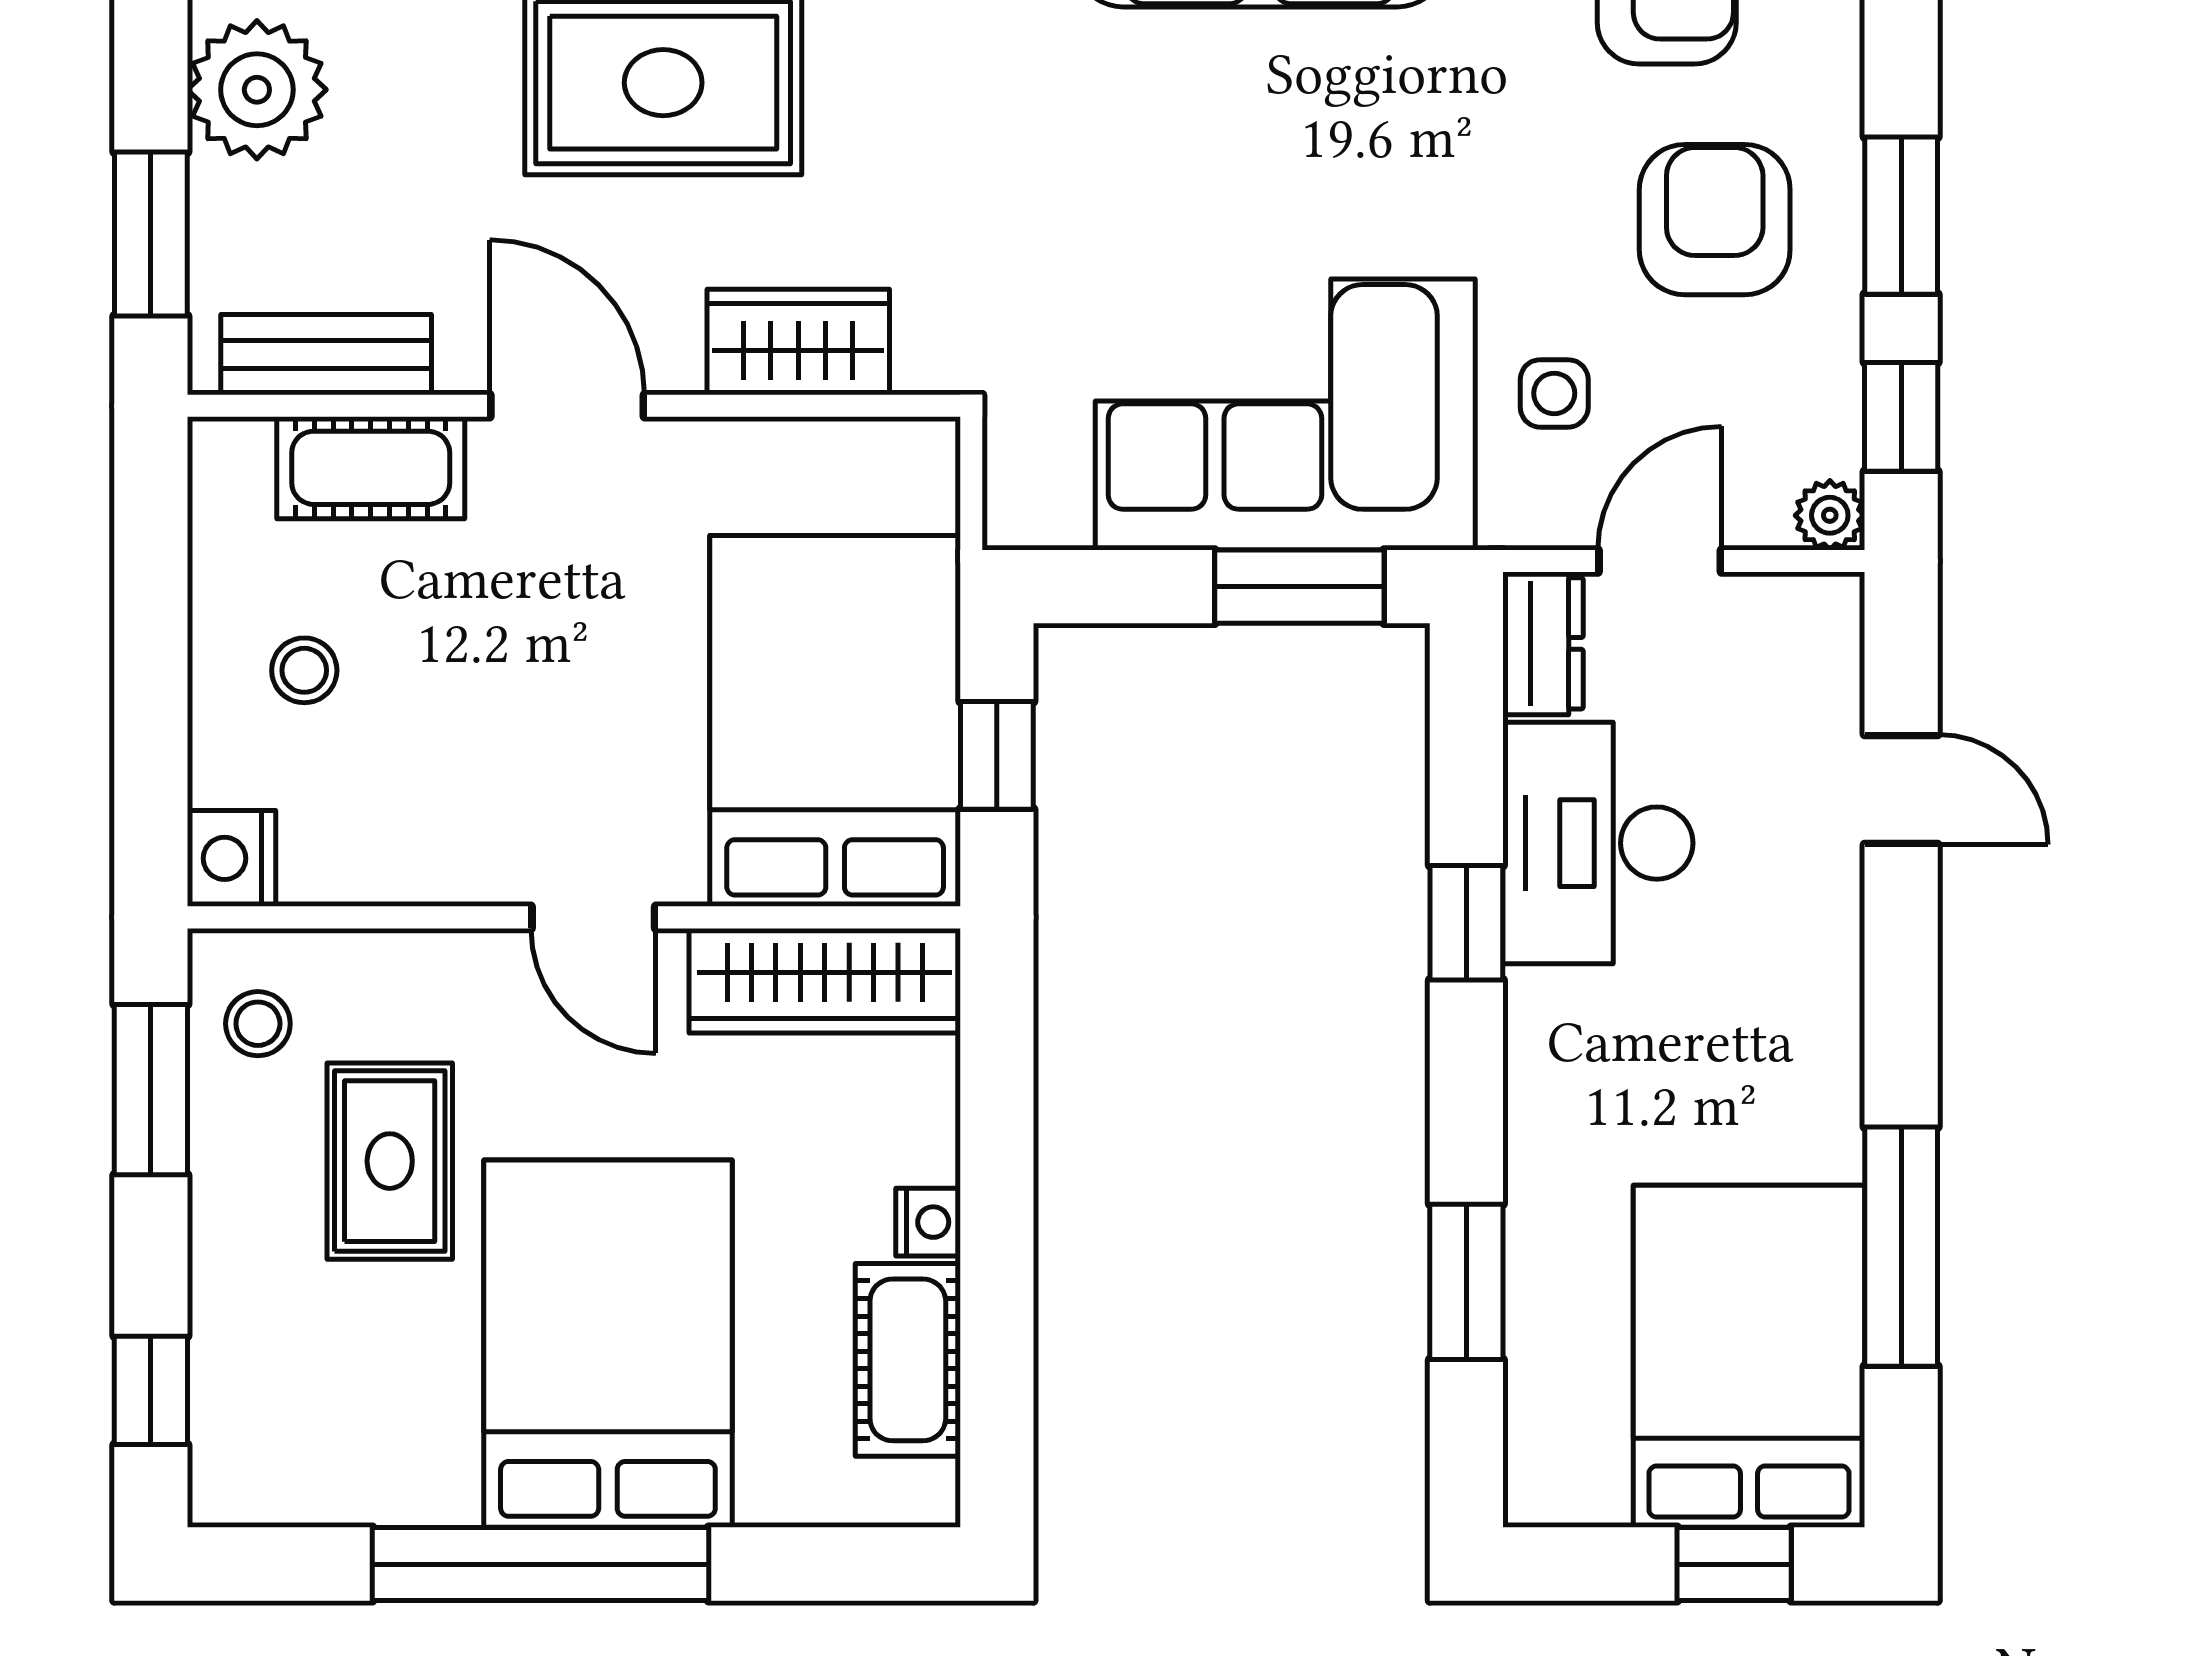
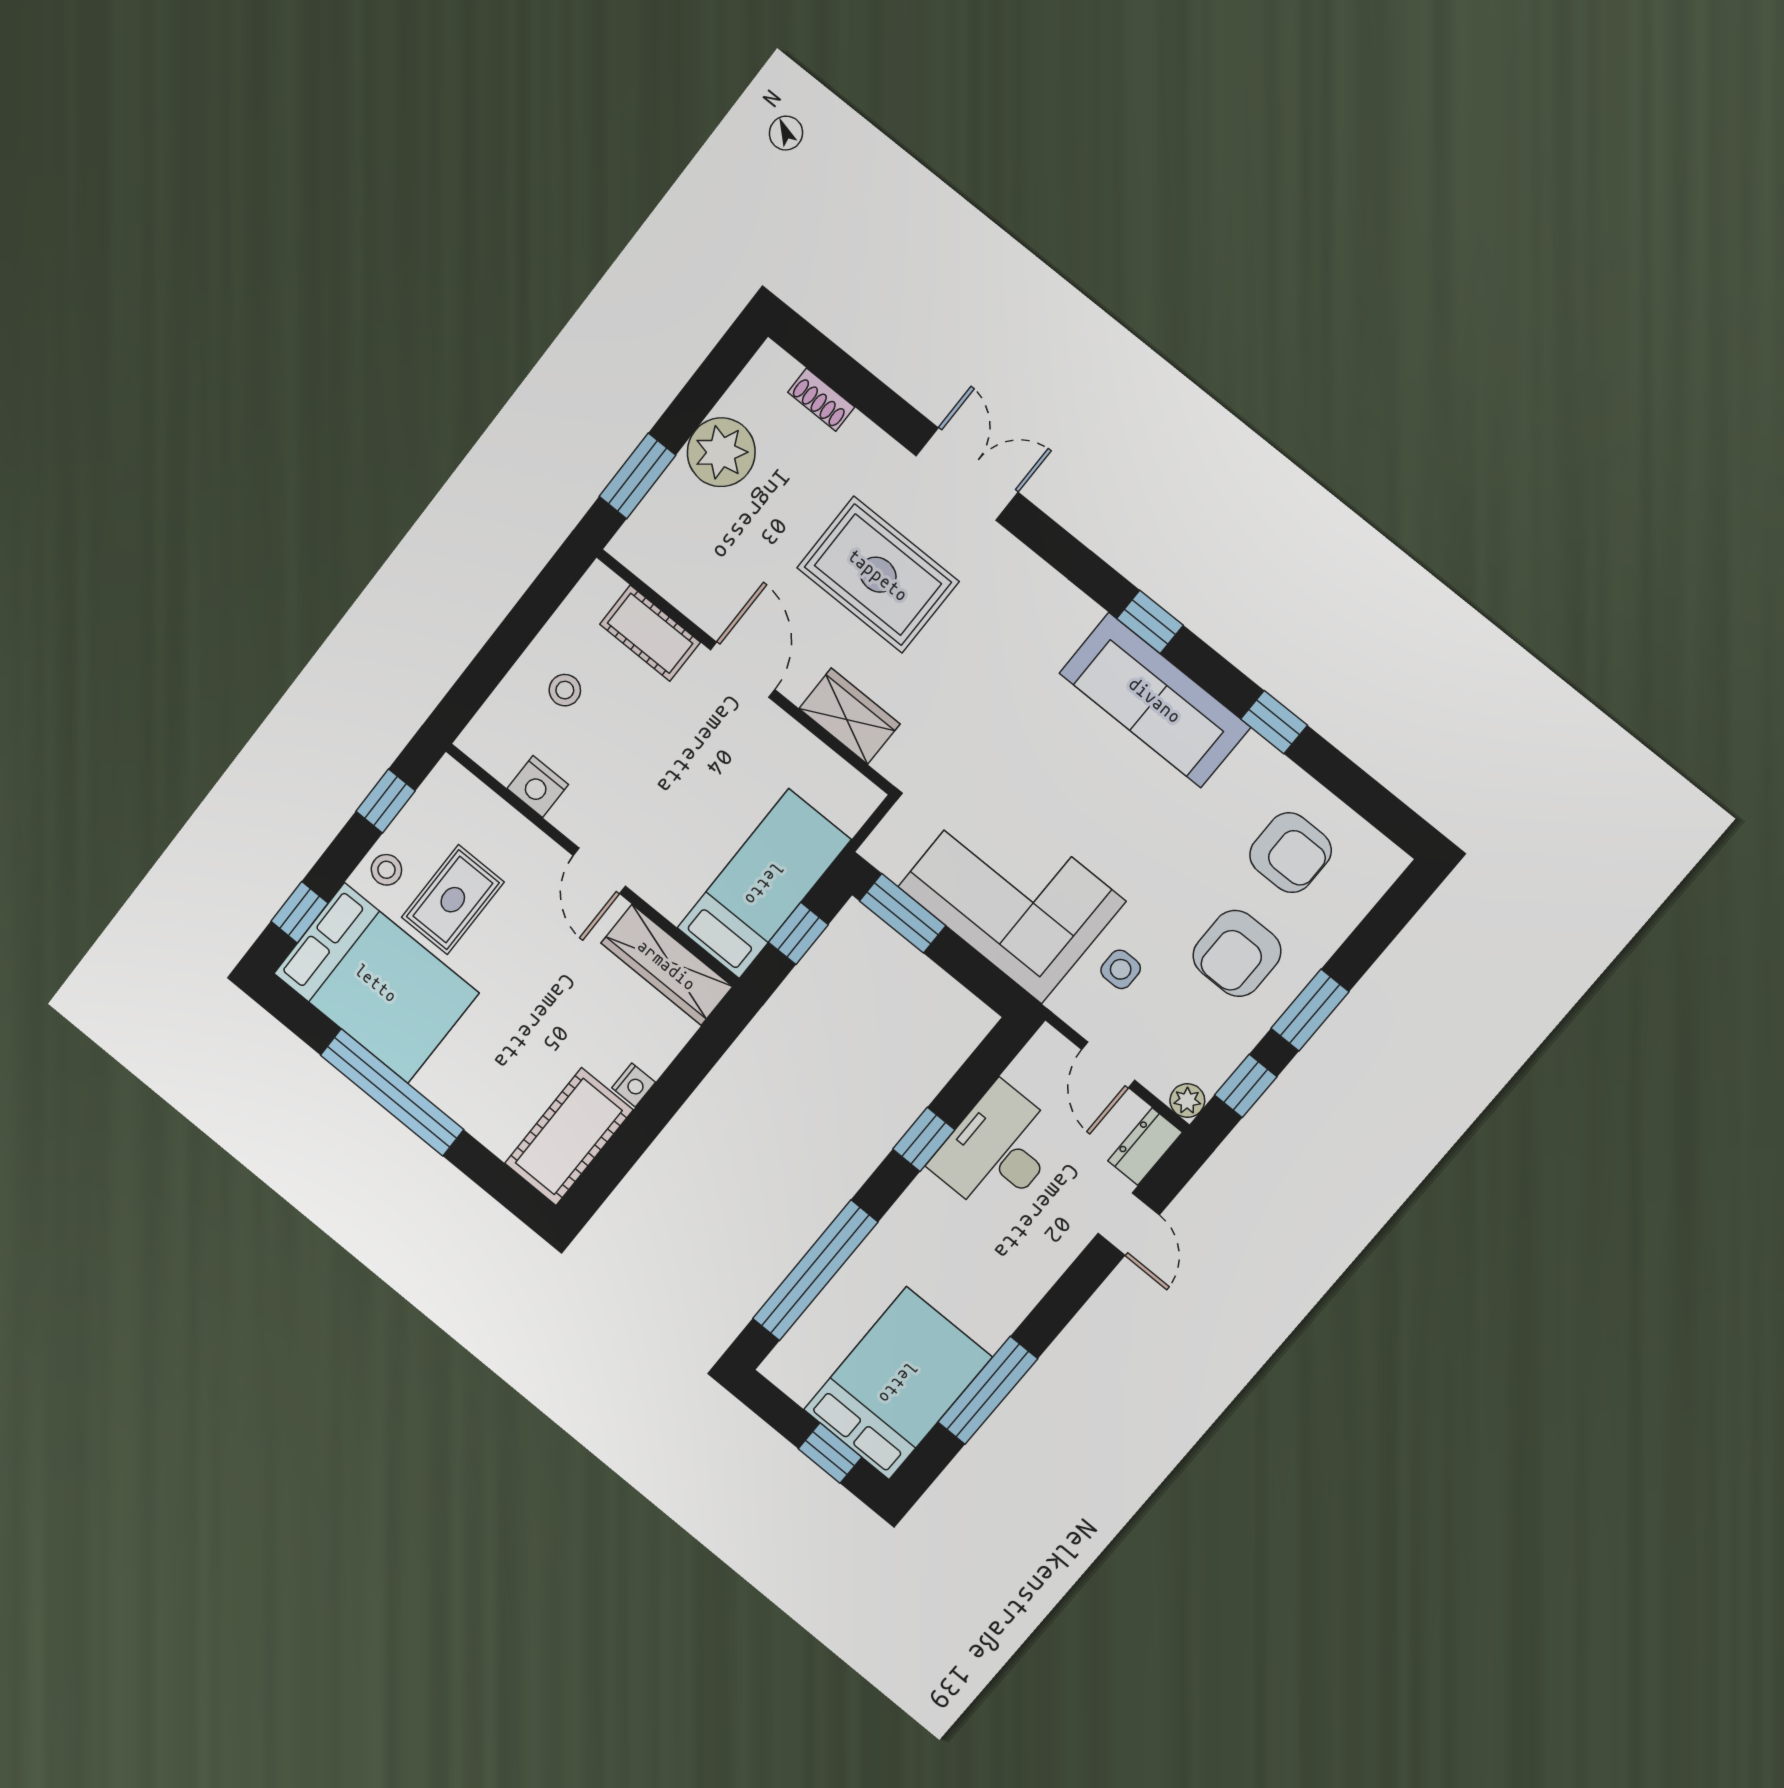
armchair: (1715, 220) -> (1237, 953), turned 180
bench: (326, 355) -> (667, 576), removed
door: (1660, 561) -> (1108, 1065), swing flipped
window: (1299, 587) -> (903, 913), moved
dresser: (1543, 643) -> (1145, 1147), moved, turned 180
bed: (835, 721) -> (764, 884), width x0.67
nightstand: (232, 858) -> (538, 786), moved, turned -90
stool: (258, 1024) -> (386, 870), moved
window: (151, 1090) -> (386, 801), width x0.67
window: (1466, 1282) -> (815, 1270), width x2.11
bed: (608, 1344) -> (376, 983), moved, turned 90
cot: (908, 1360) -> (569, 1137), width x1.37, depth x1.34

